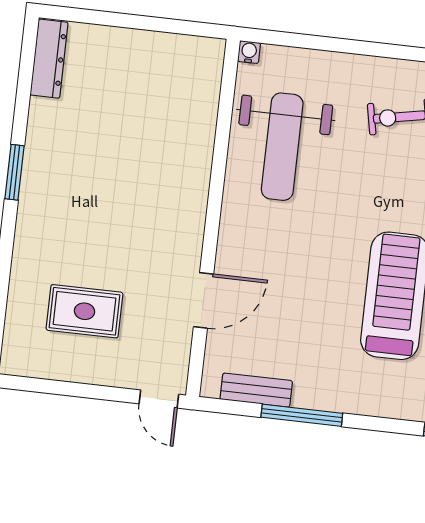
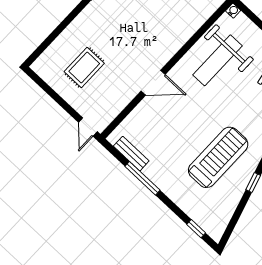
door: (203, 300) -> (153, 83), moved
rug: (85, 311) -> (84, 68), turned 90

